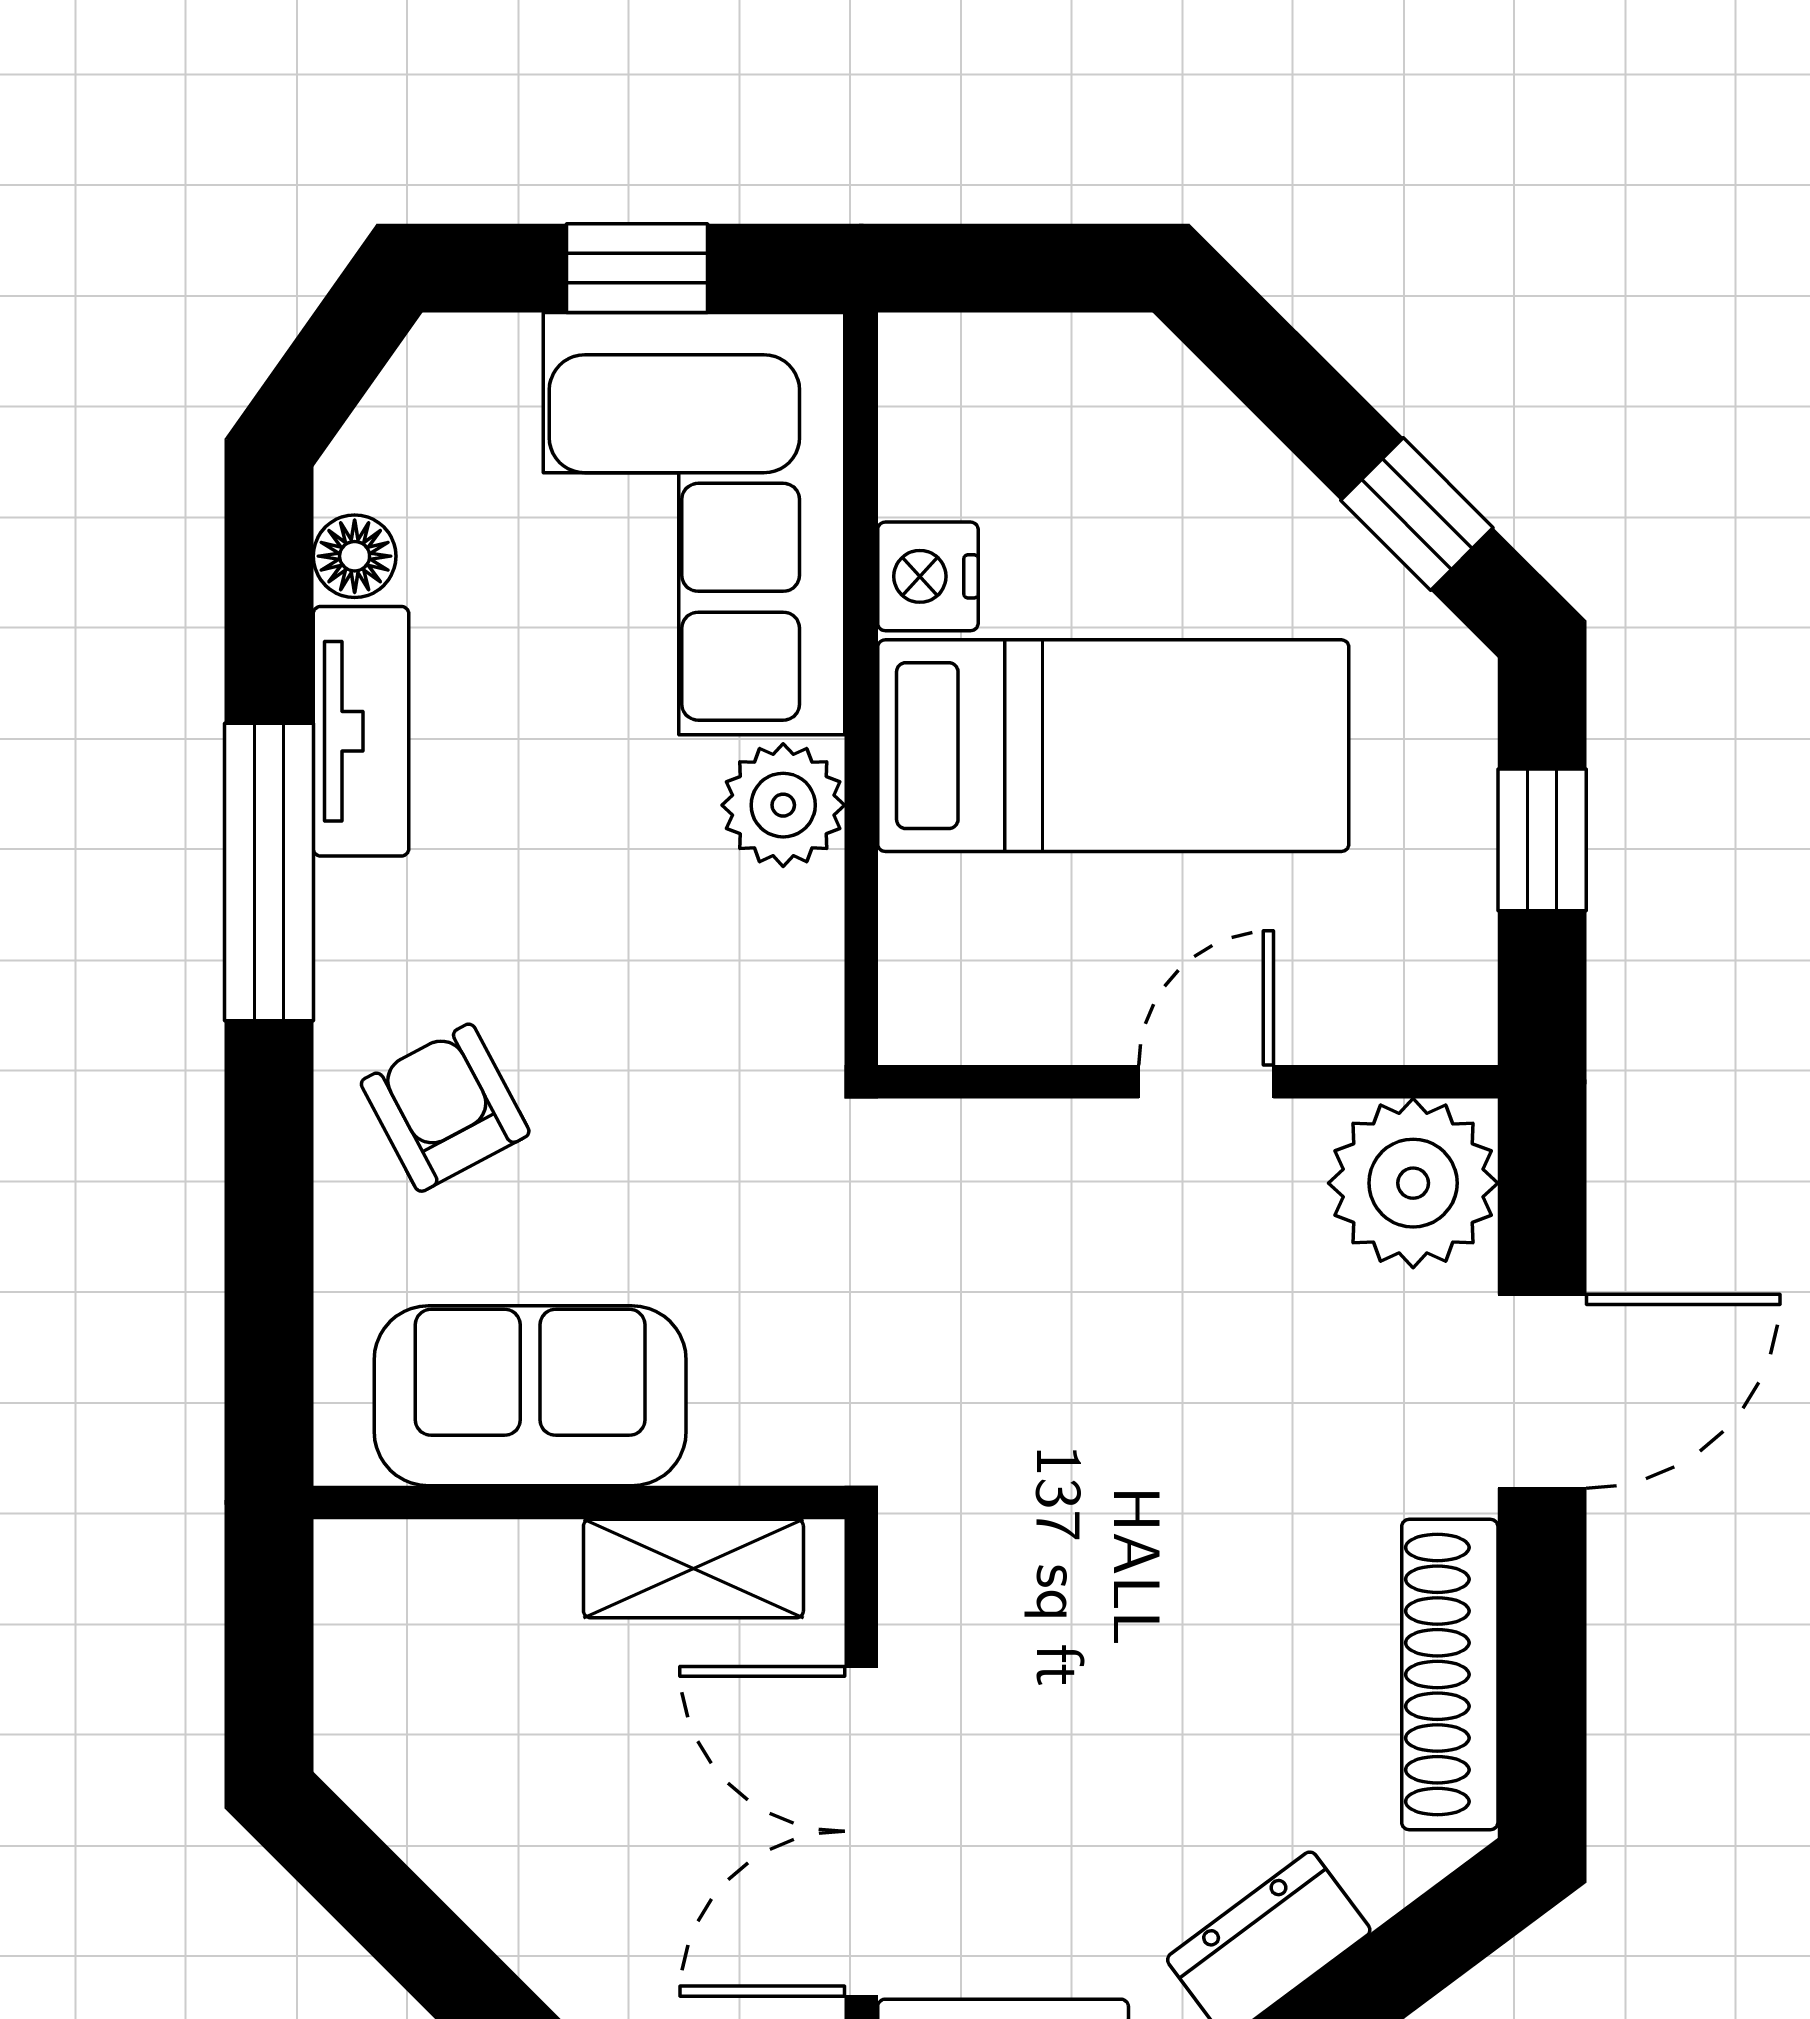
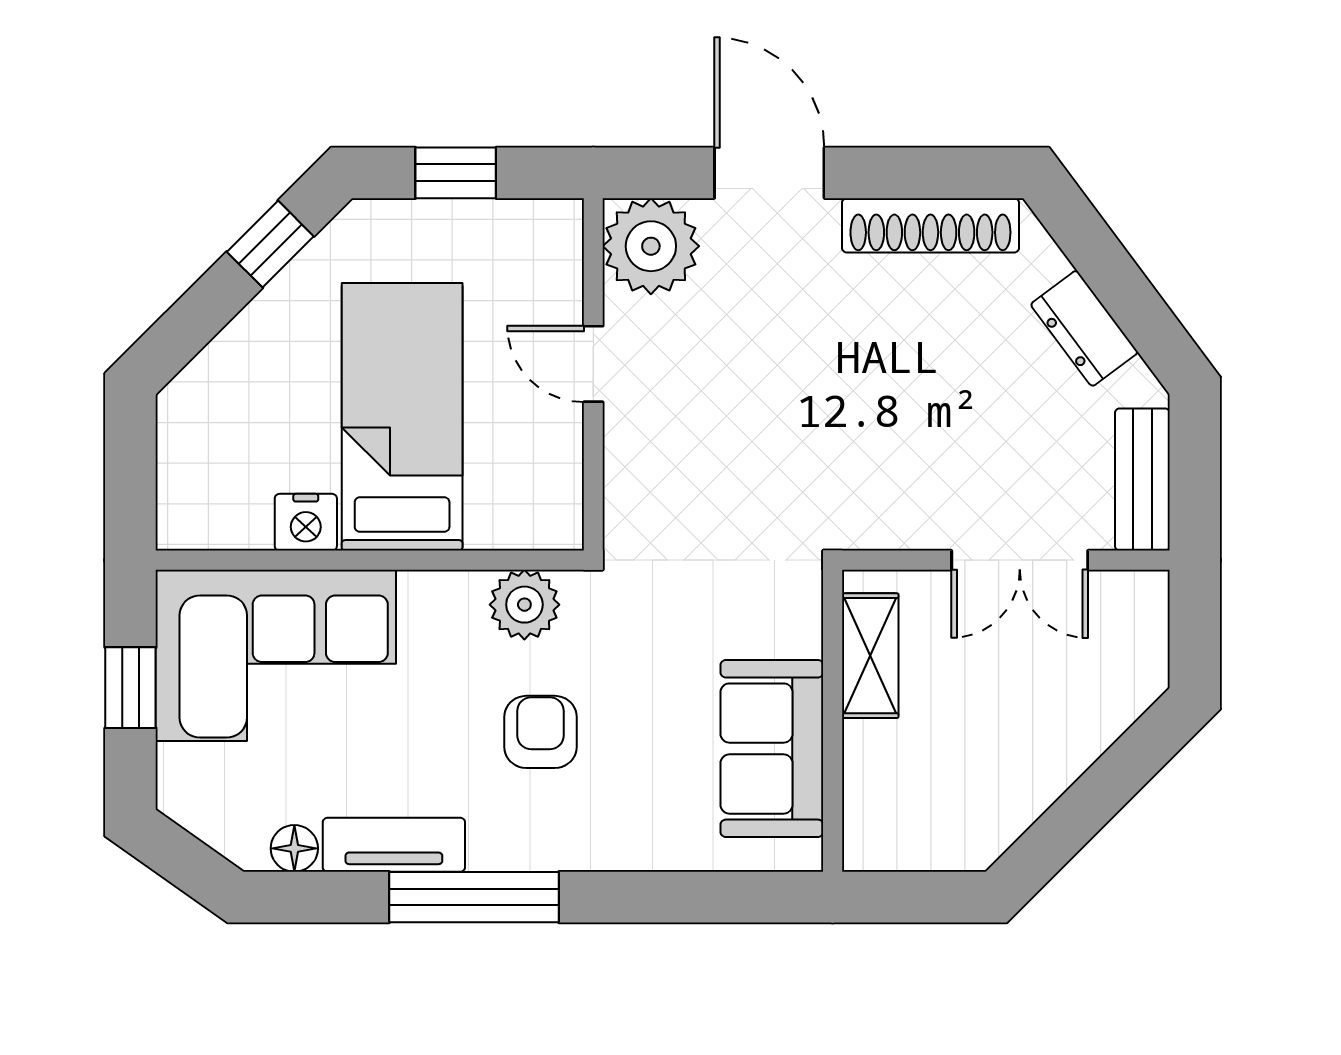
plant: (783, 805) -> (524, 605), moved
armchair: (445, 1108) -> (540, 732), moved, turned 118
double door: (861, 1831) -> (1020, 560), width x0.73

